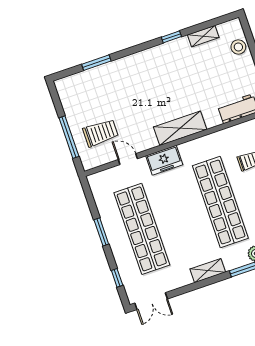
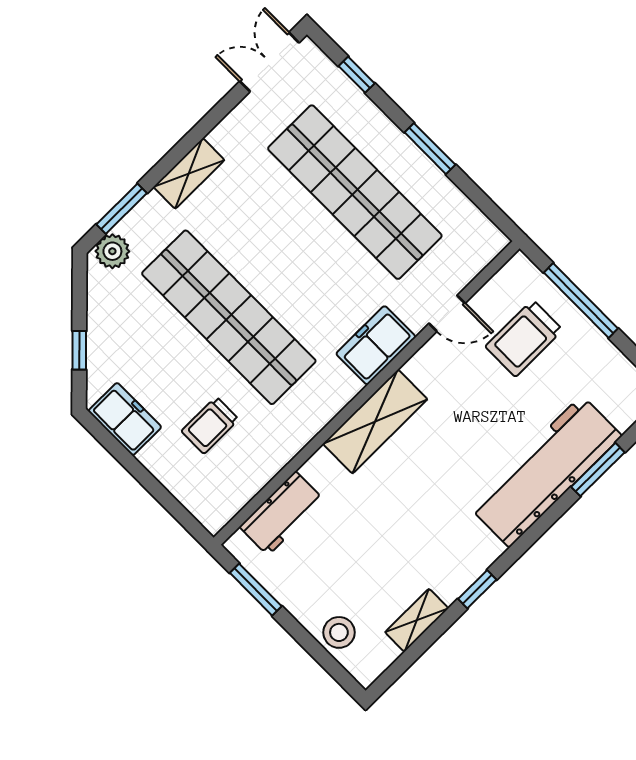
workbench: (119, 73) -> (545, 471), added

